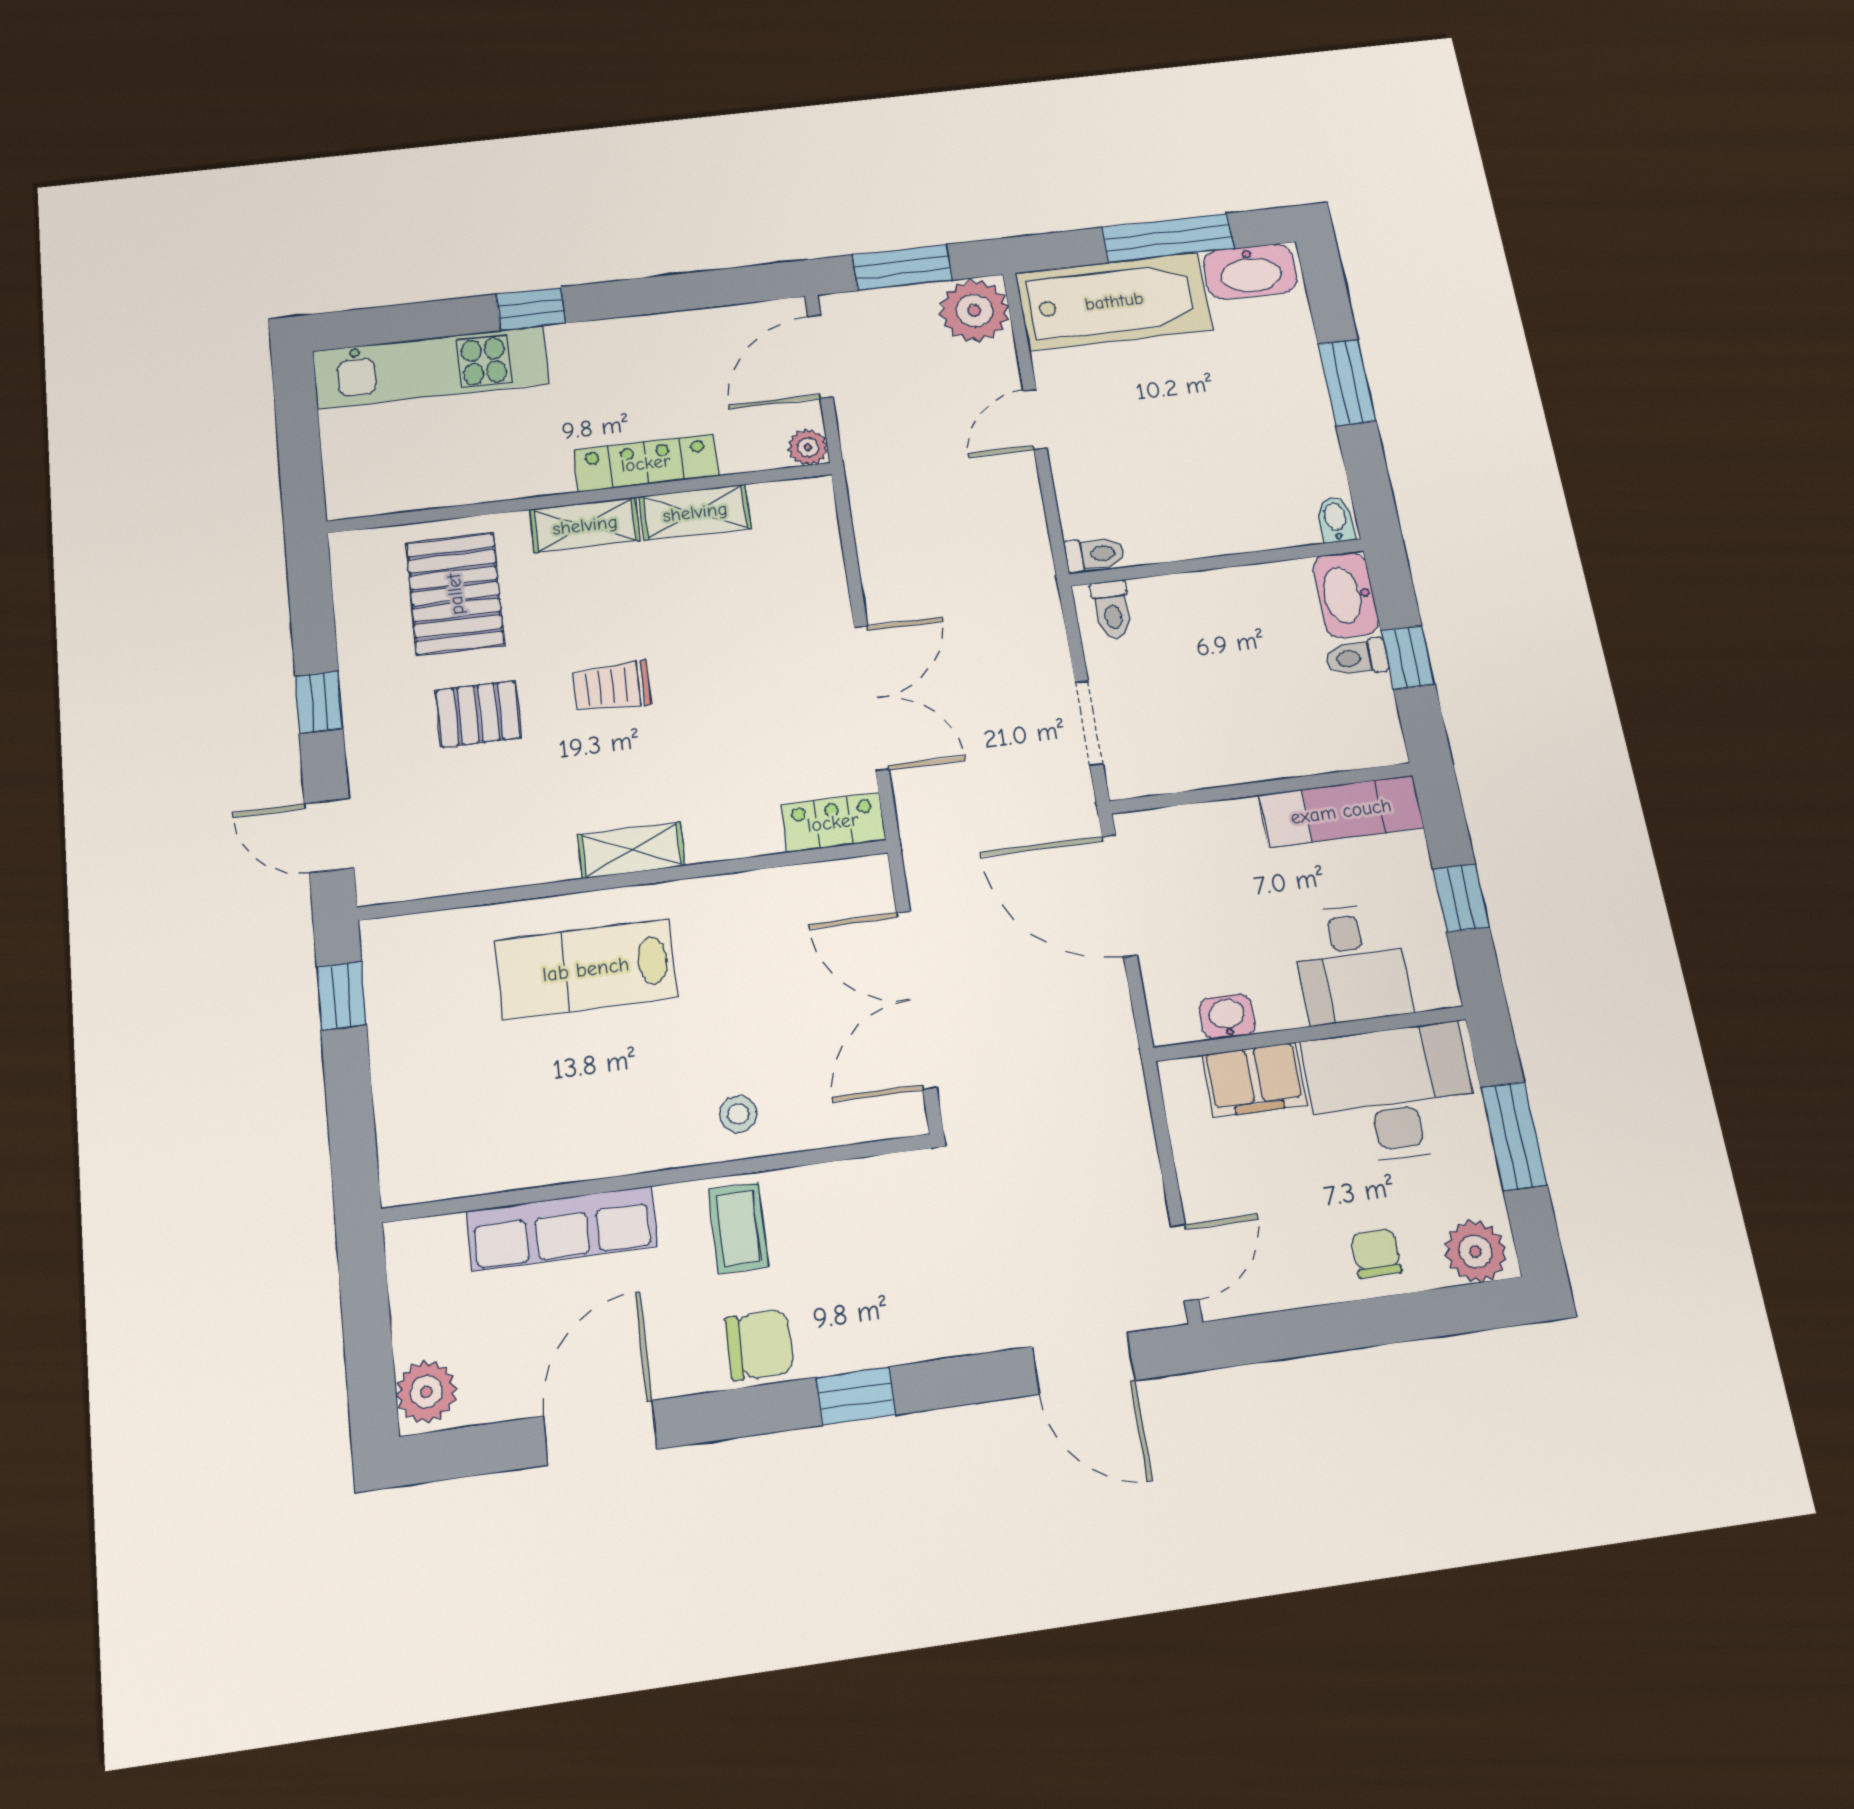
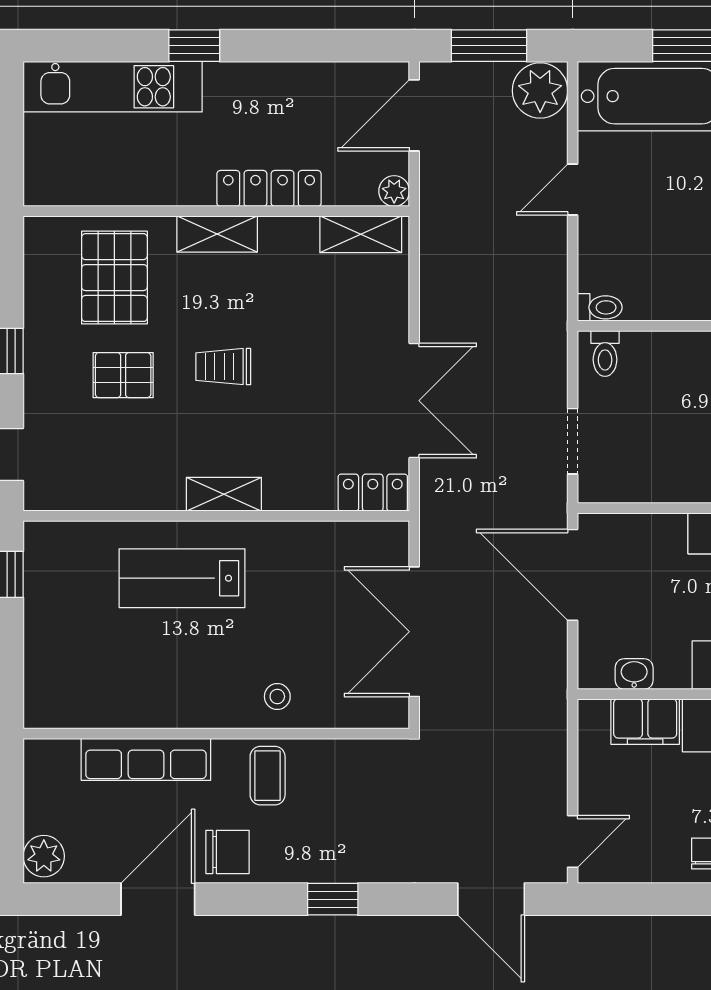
shelving: (695, 512) -> (361, 234), moved
chair: (759, 1345) -> (228, 852), moved

